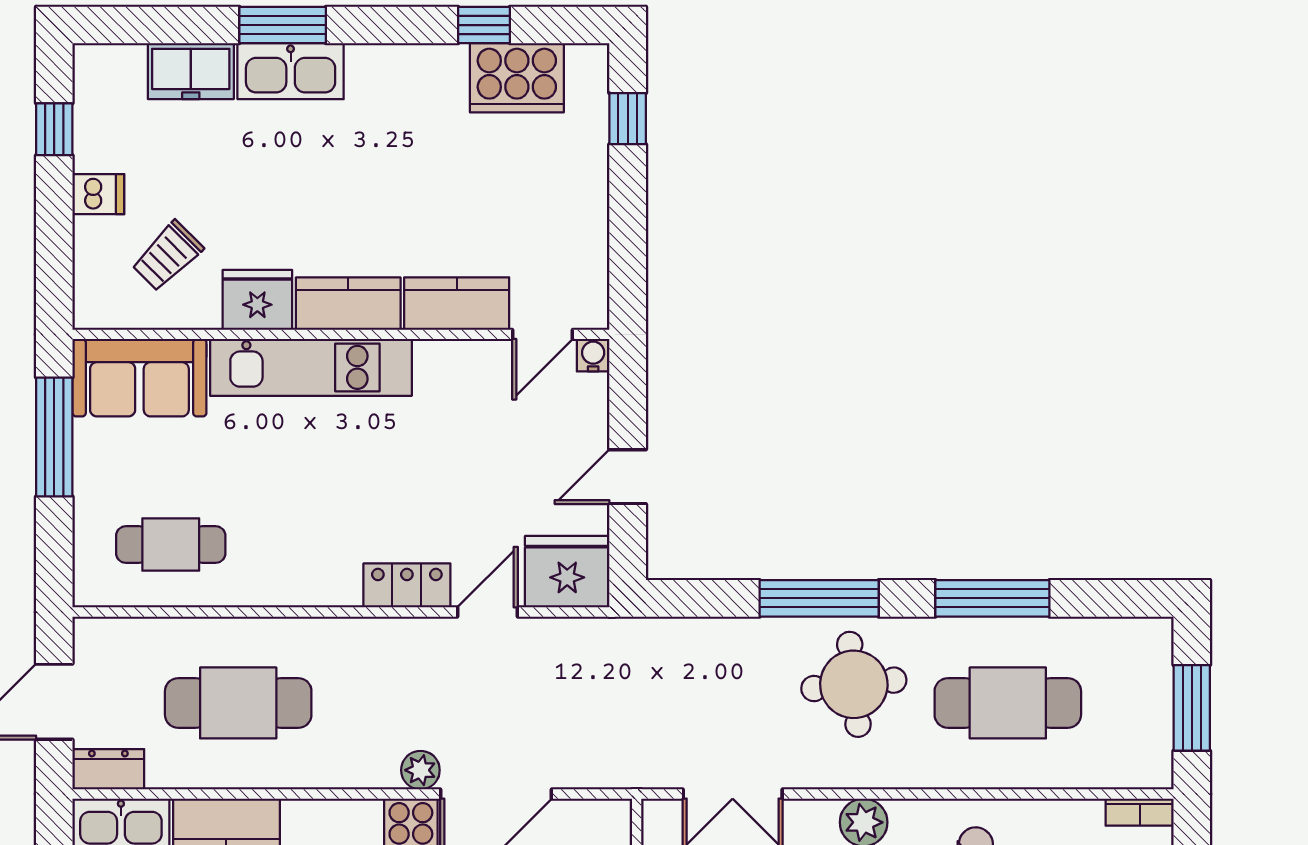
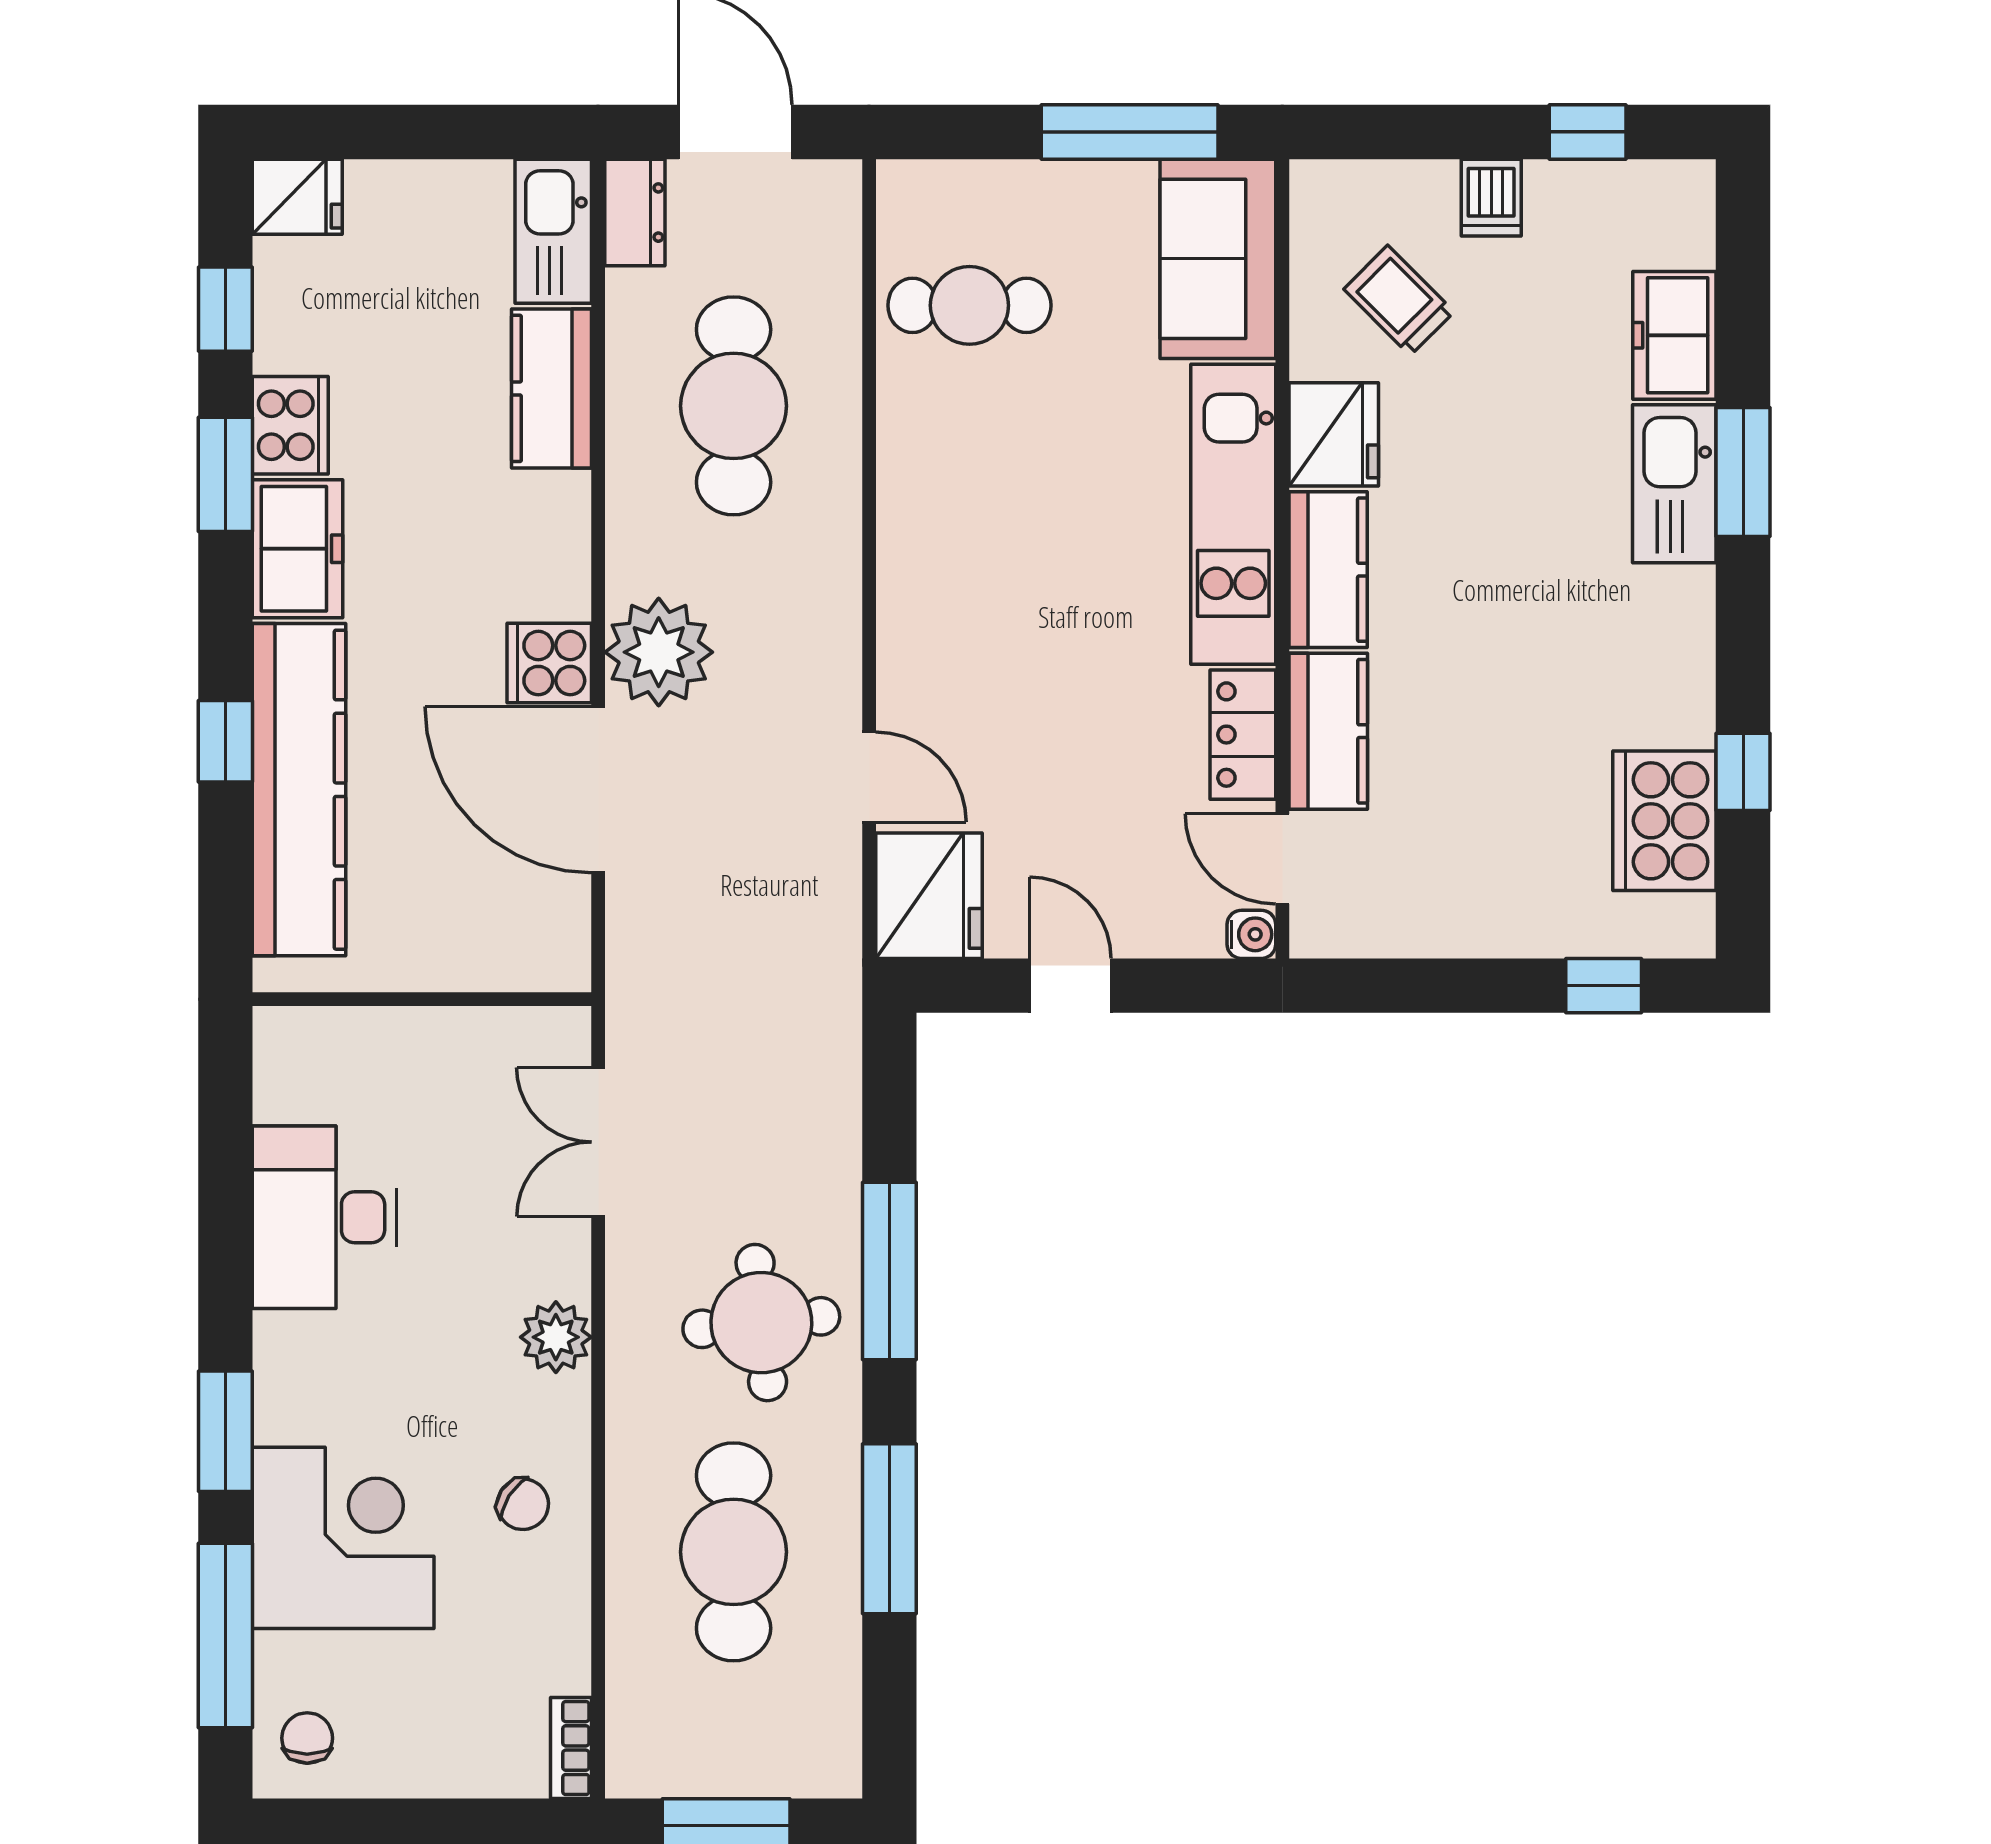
cafe table: (171, 545) -> (969, 305), turned 90
locker: (407, 585) -> (1243, 735), moved, turned 180
plant: (420, 770) -> (659, 652), width x1.87, depth x1.87

